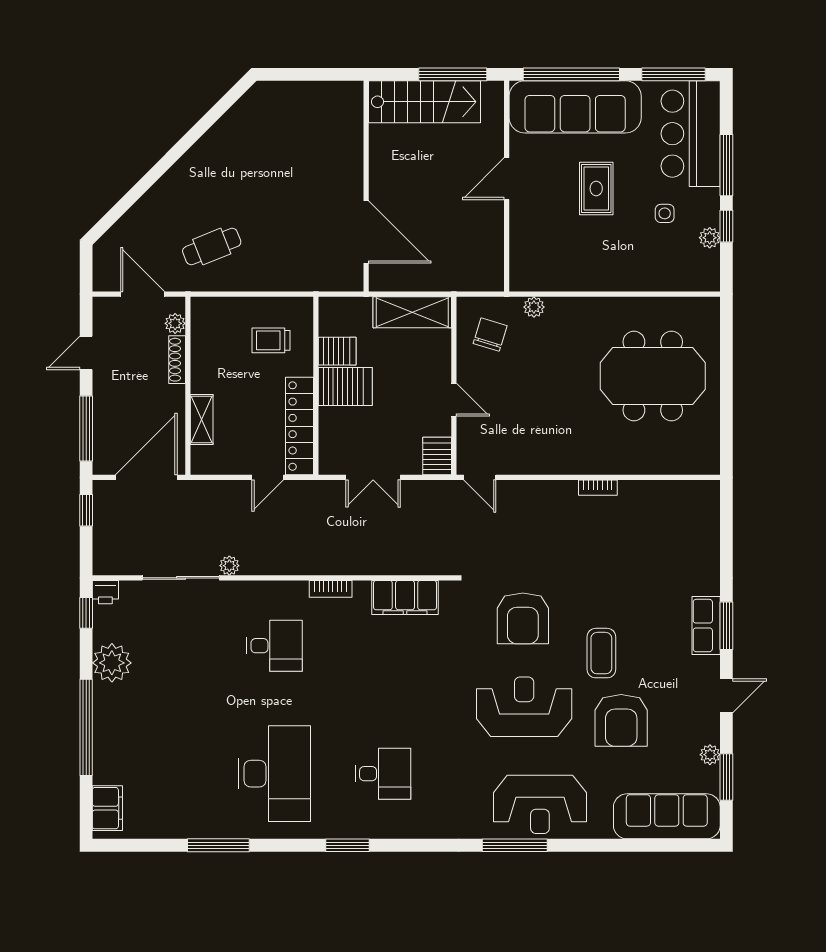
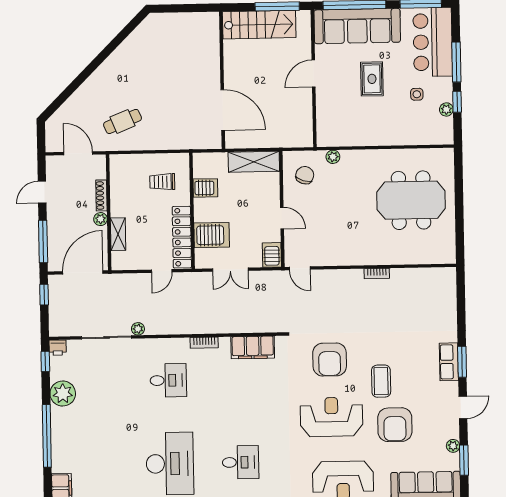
plant: (175, 323) -> (101, 219), moved
server rack: (345, 386) -> (212, 235), moved

